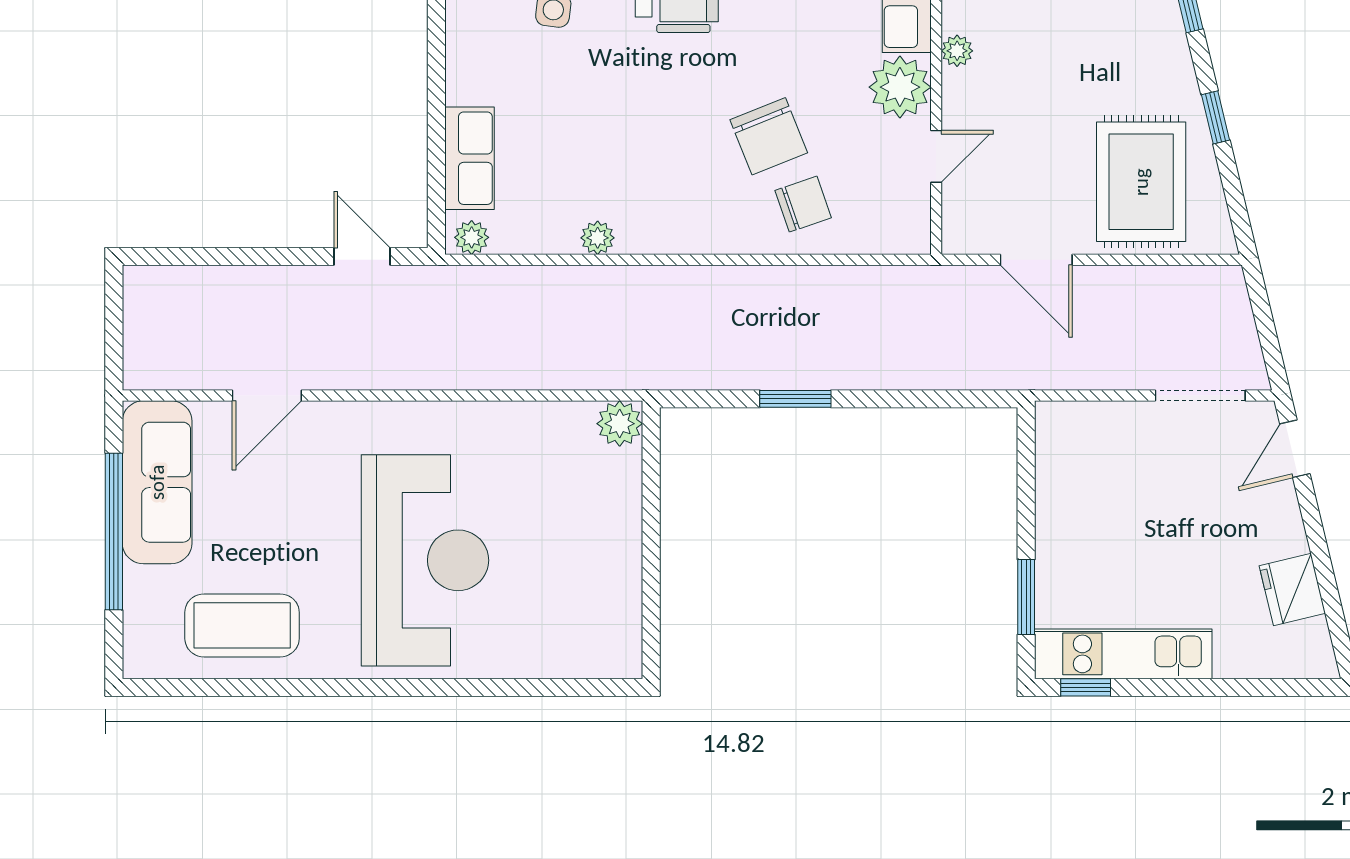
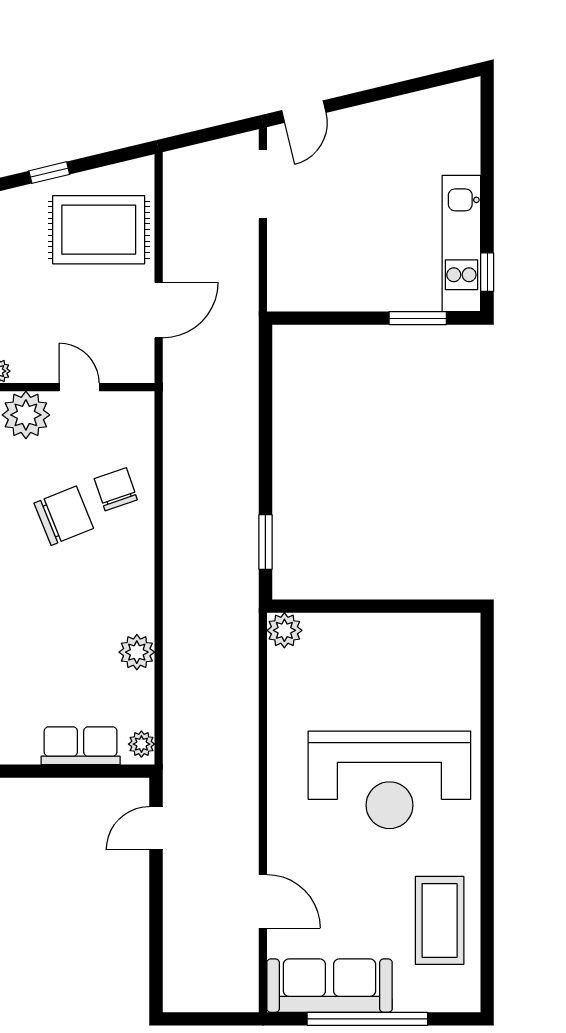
plant: (598, 238) -> (137, 652), width x1.38, depth x1.38
window: (795, 399) -> (265, 542), moved
door: (1295, 449) -> (304, 112), hinge flipped
reception desk: (425, 560) -> (389, 780), turned 180
fridge: (1292, 590) -> (412, 113), removed

